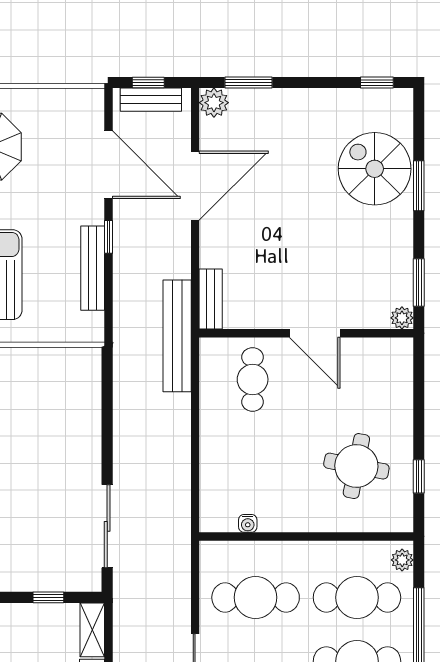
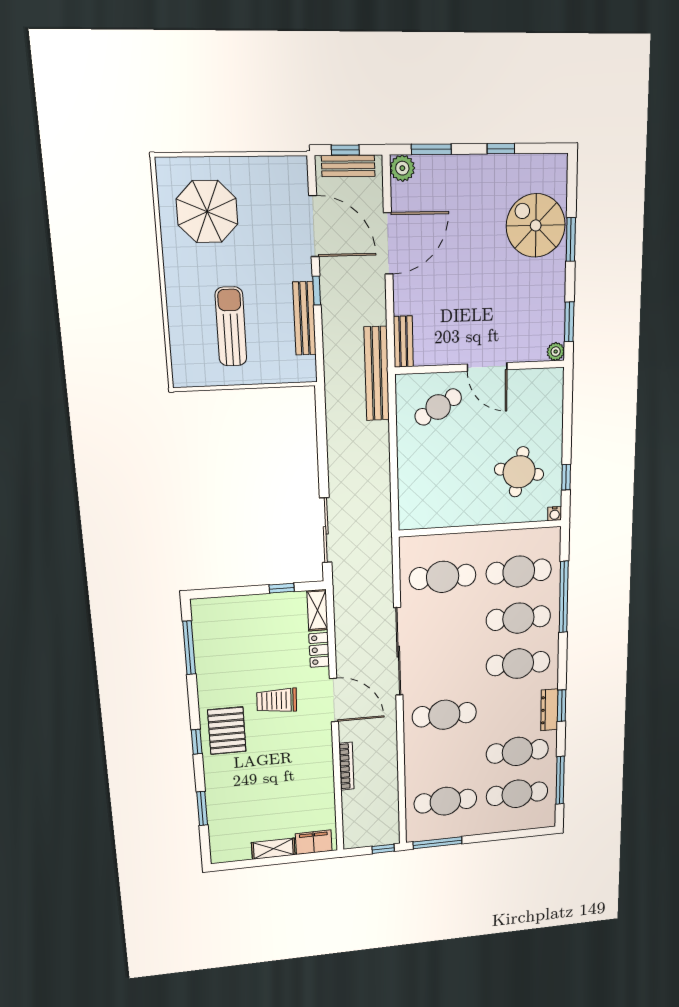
window: (377, 83) -> (501, 149), moved
cafe table: (253, 379) -> (438, 407), turned 60
water cooler: (248, 523) -> (555, 514), moved
plant: (402, 560) -> (553, 541), removed

